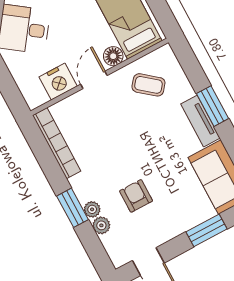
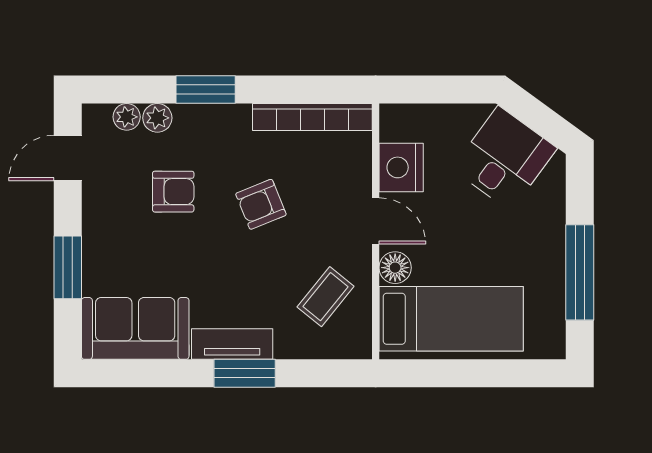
armchair: (118, 146) -> (261, 204), added
plant: (92, 209) -> (127, 117), moved

